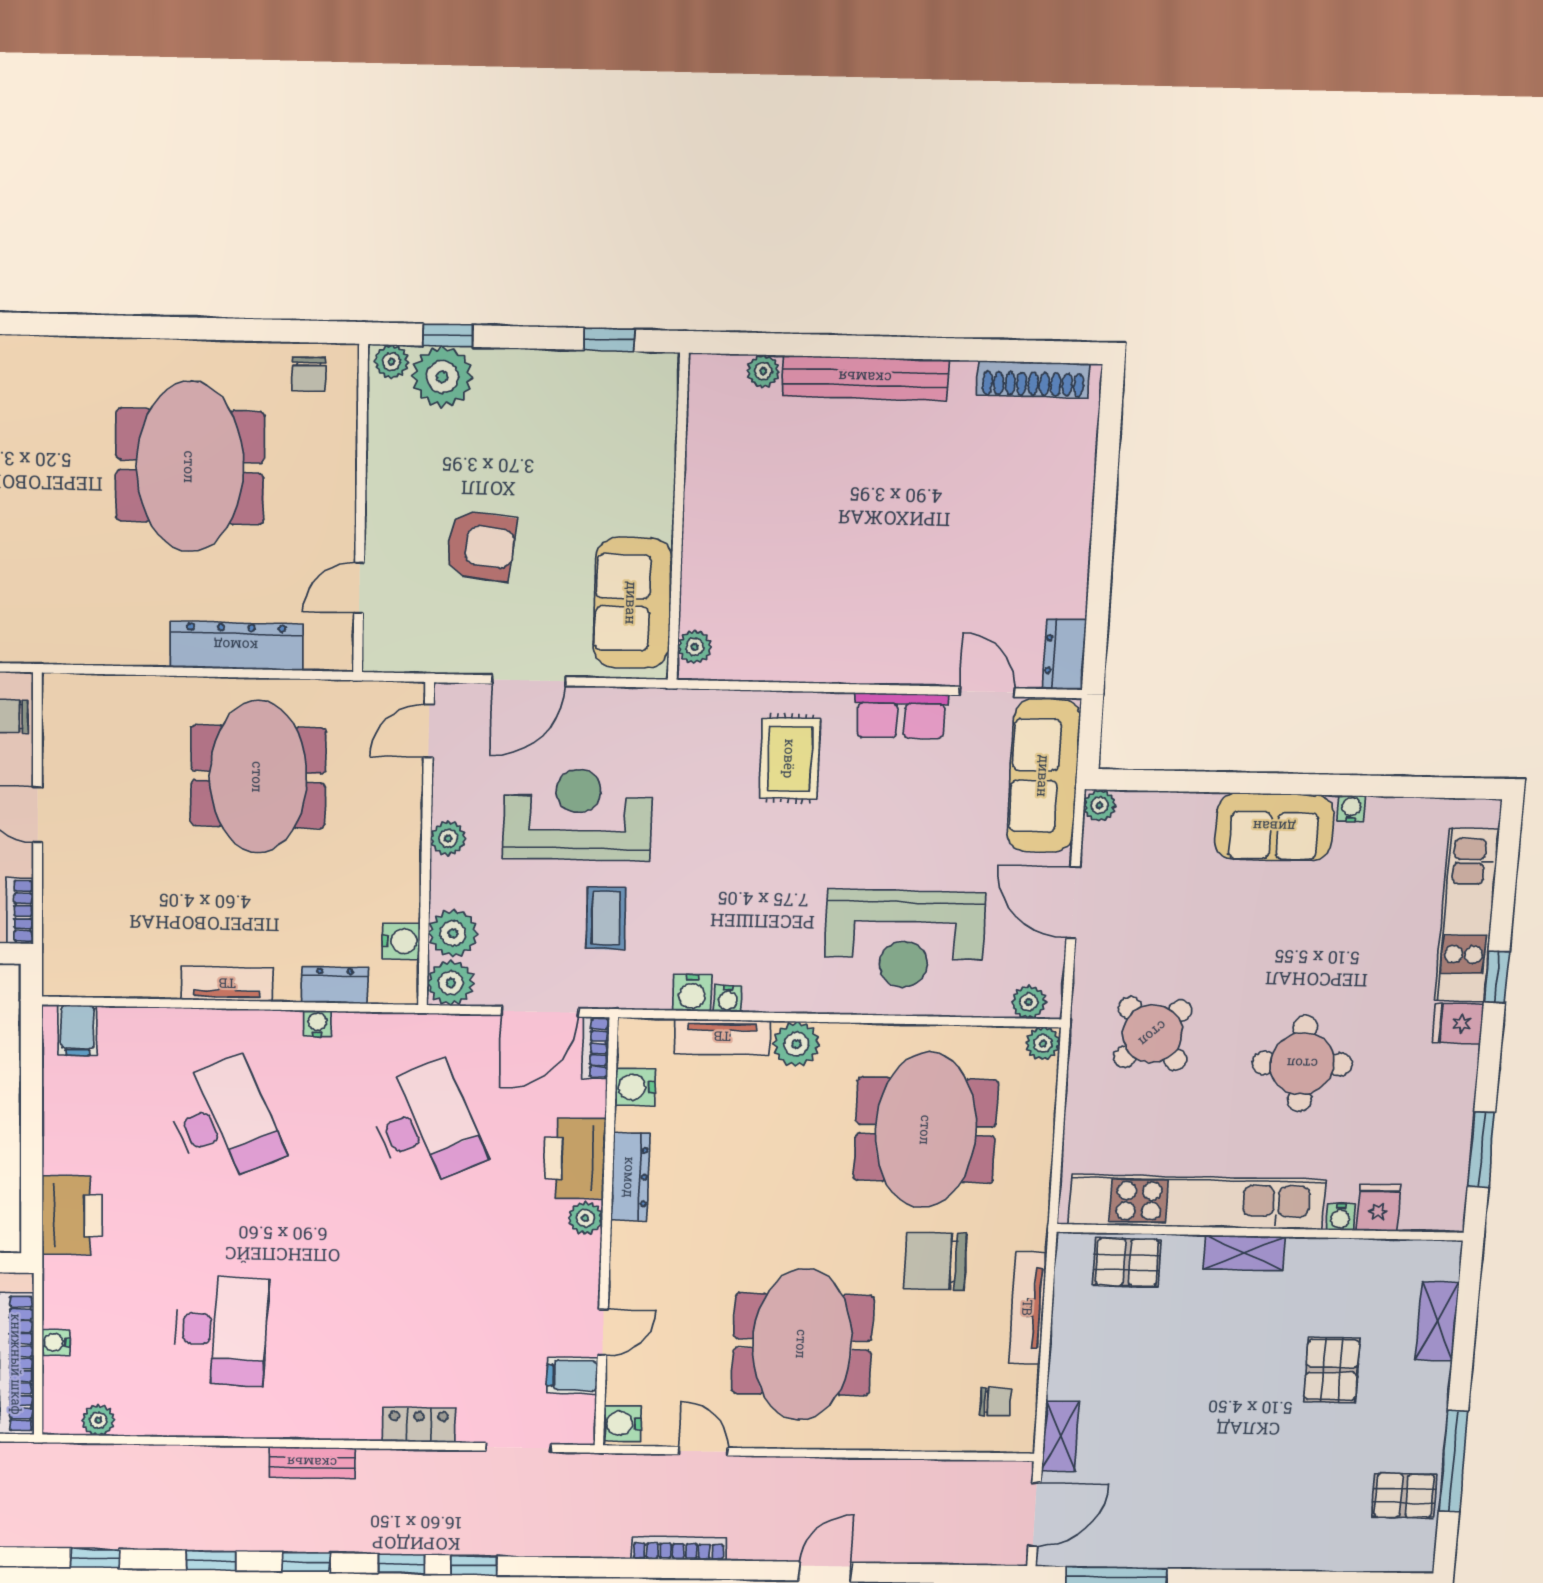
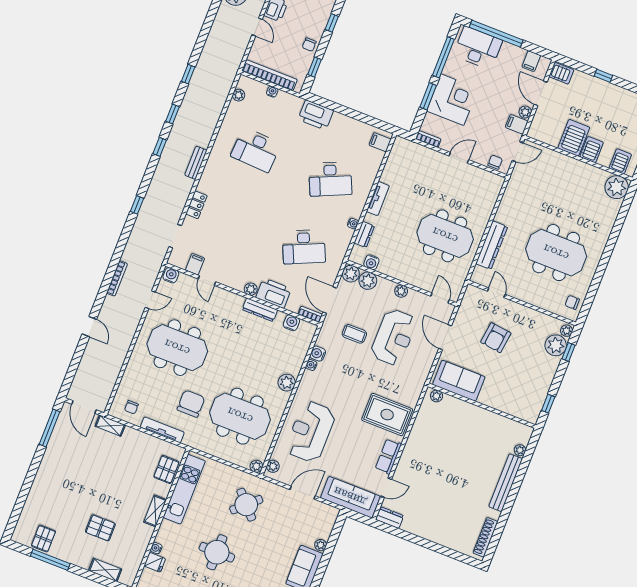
rug: (790, 759) -> (387, 415), width x1.36, depth x1.43
plant: (1100, 805) -> (321, 545), moved
tv unit: (722, 1037) -> (298, 358), removed
kitchen unit: (1197, 1202) -> (184, 489), width x0.73
window: (402, 1564) -> (147, 180), removed

